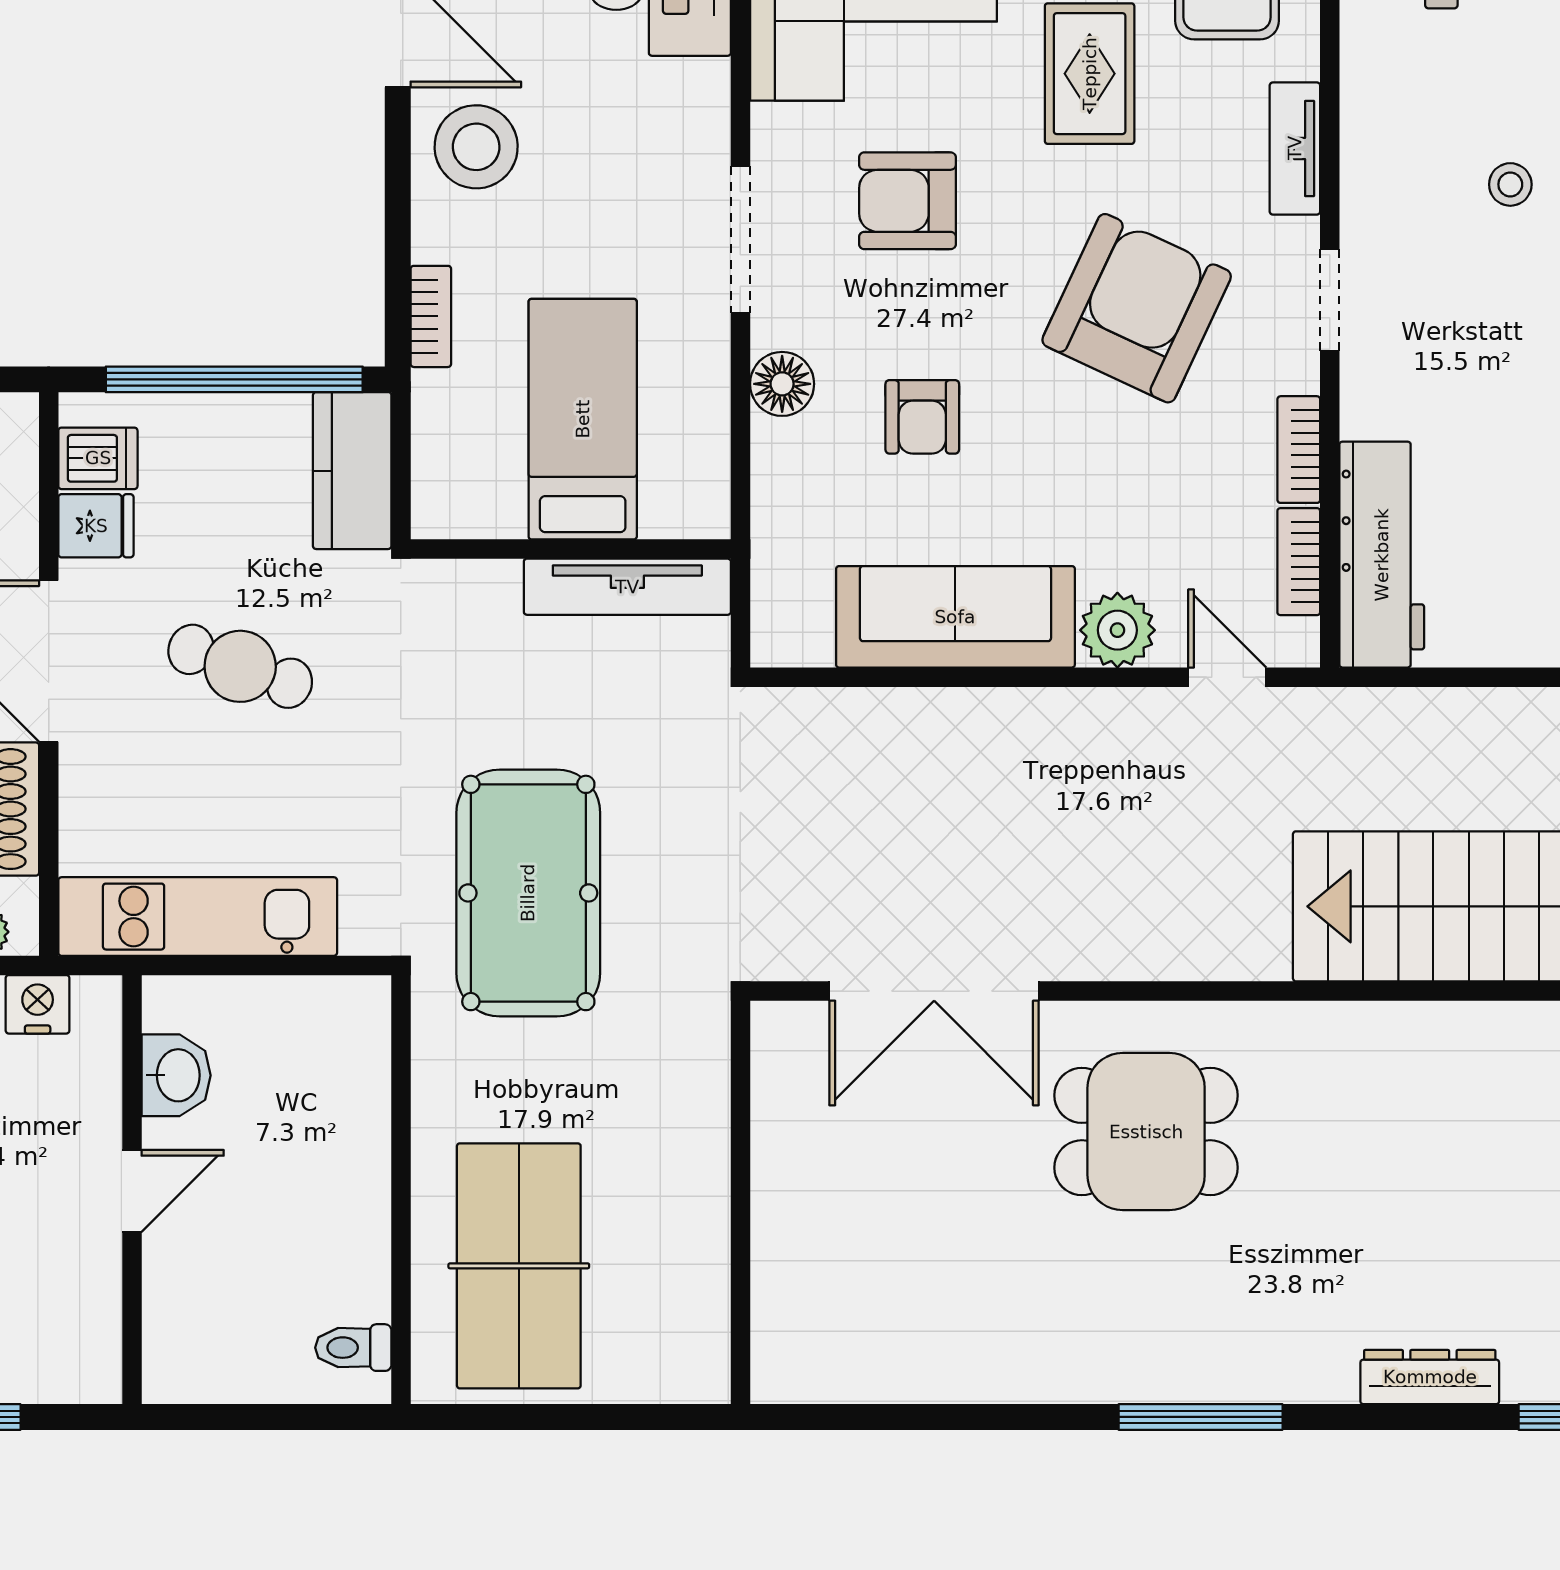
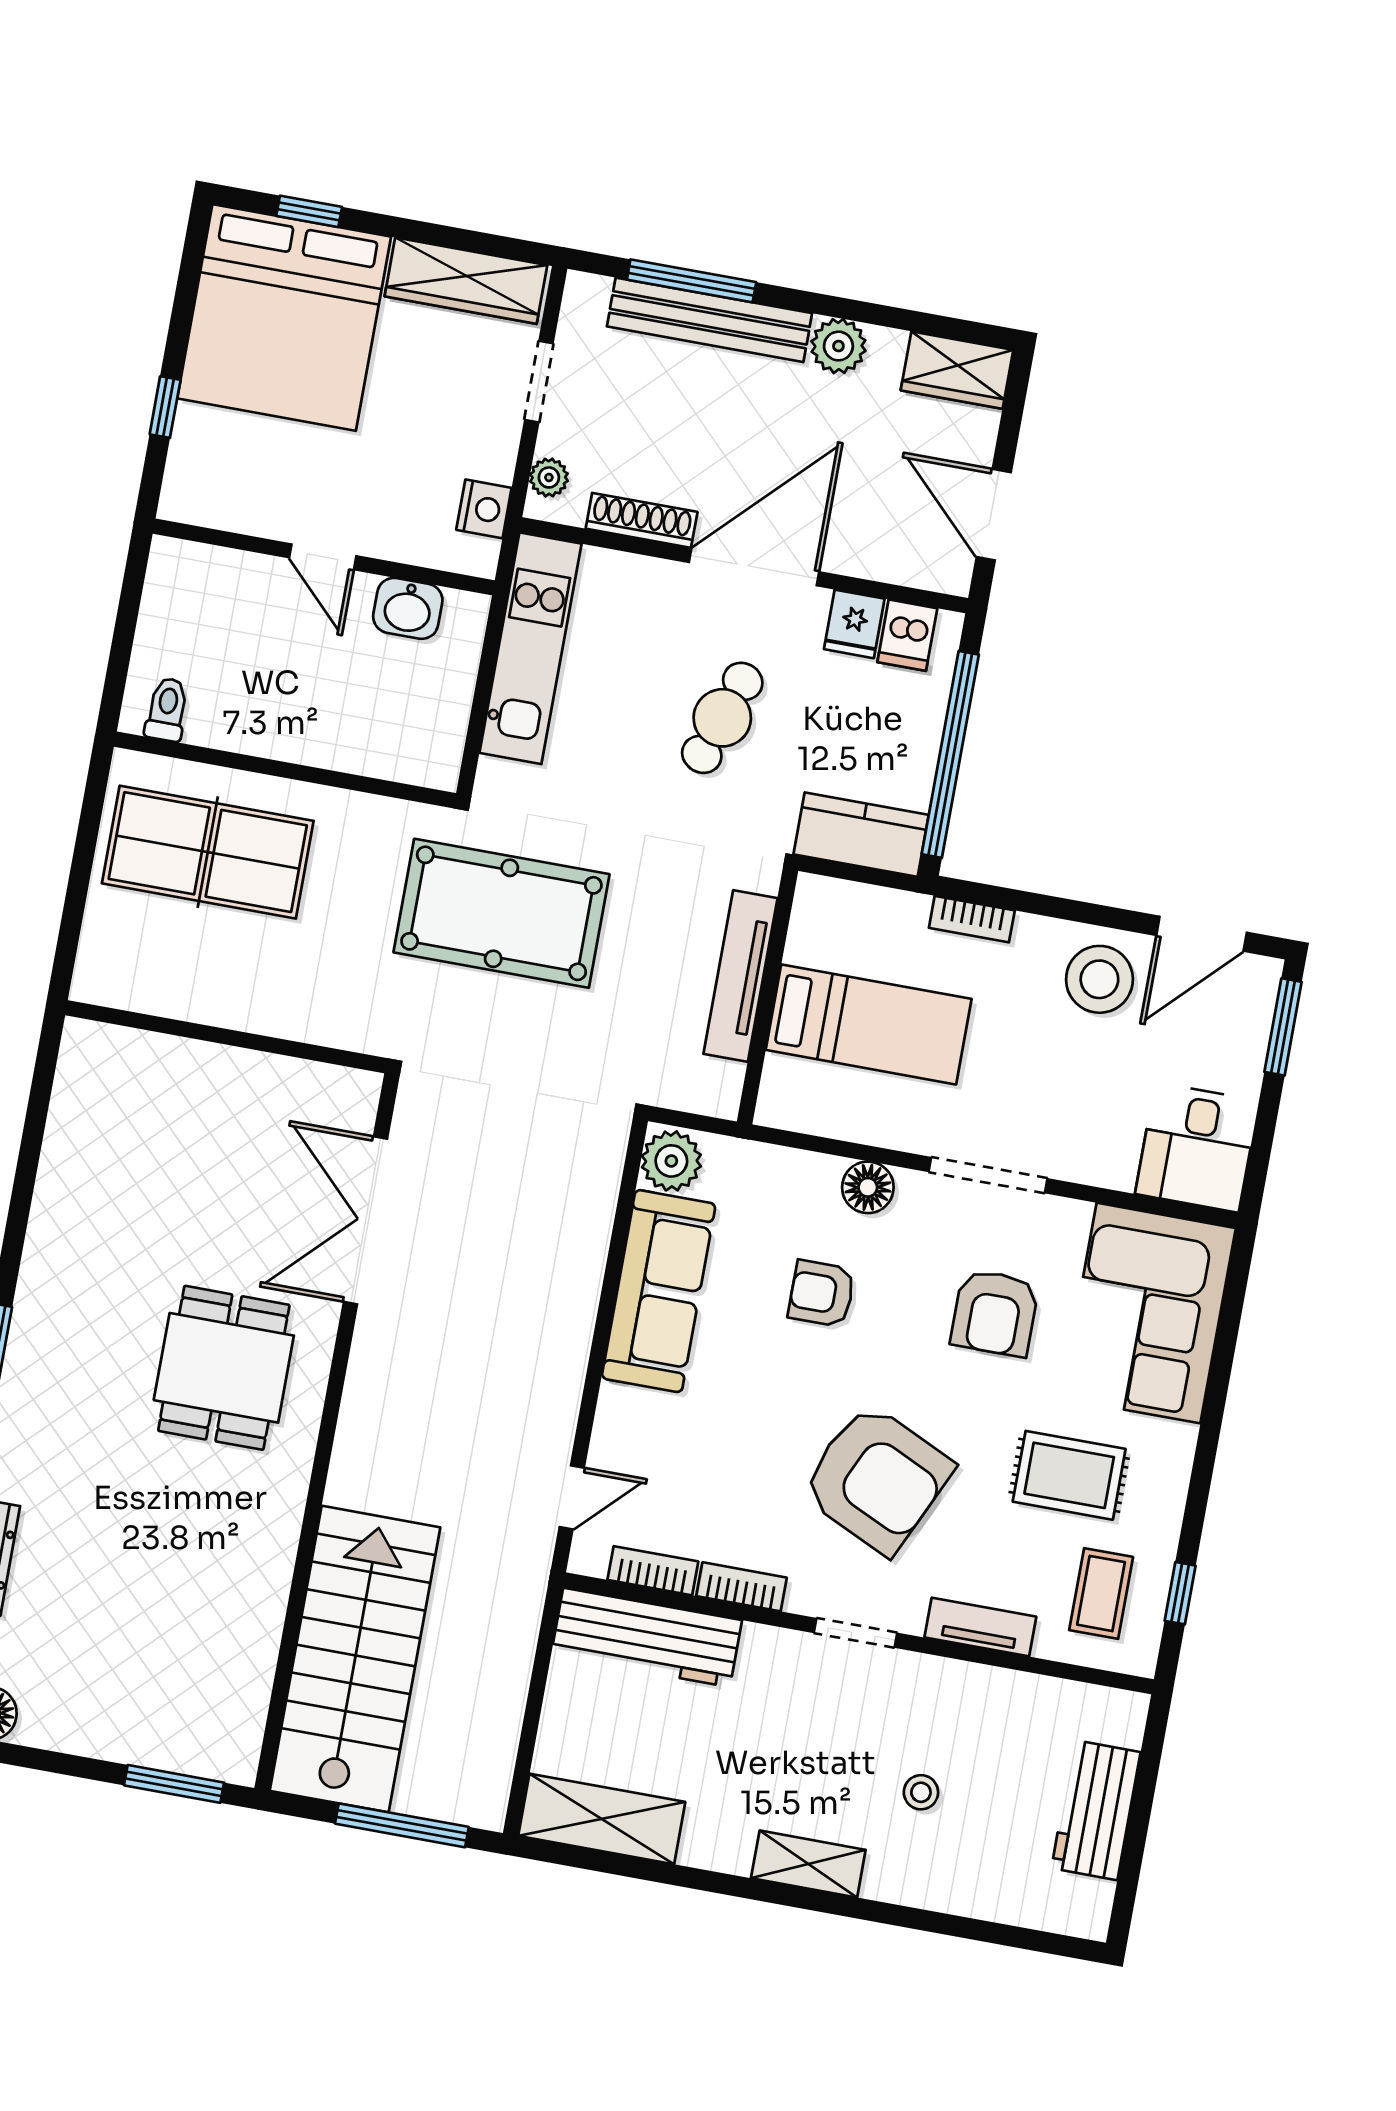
armchair: (907, 201) -> (995, 1313), turned 180
tv unit: (627, 587) -> (740, 976), moved
plant: (1117, 630) -> (671, 1161), moved

